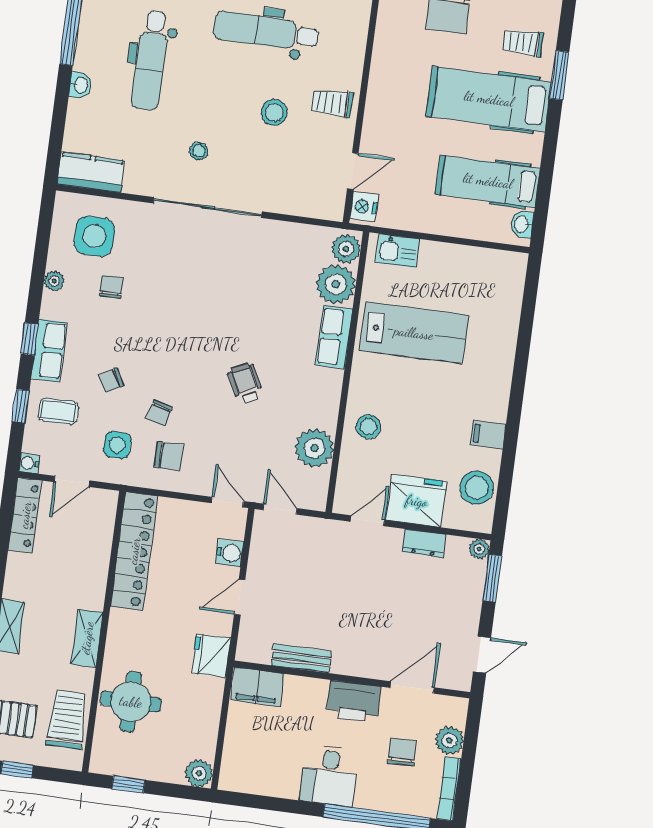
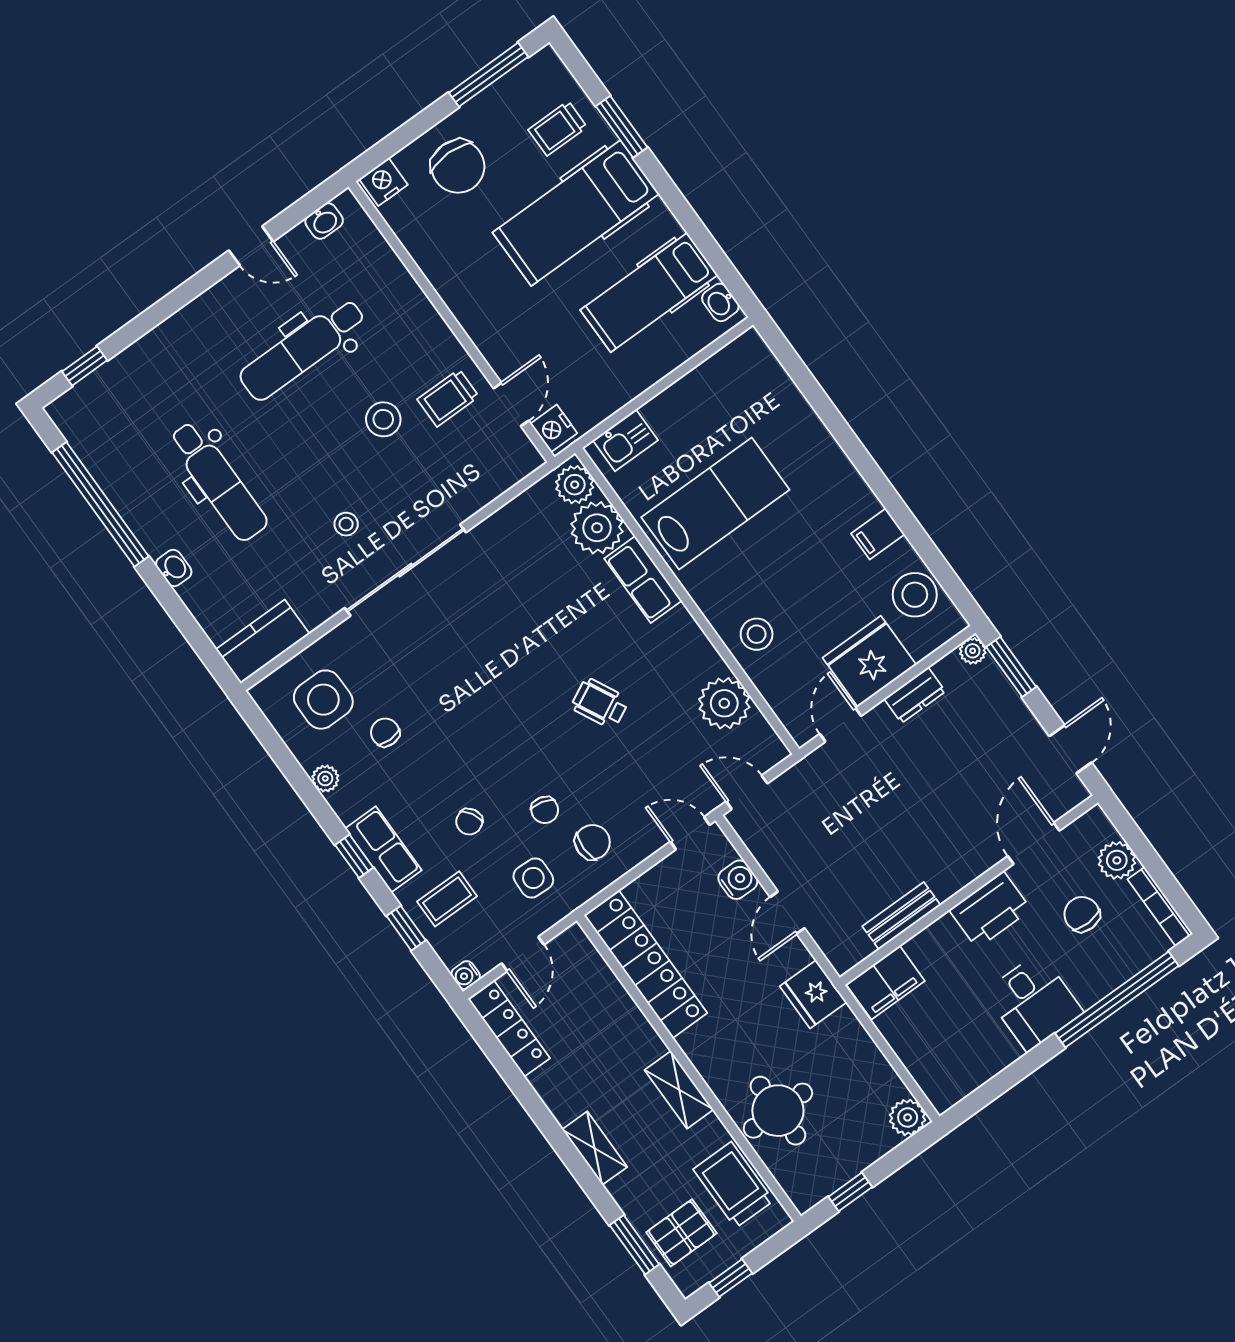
trolley: (332, 103) -> (448, 398), moved

